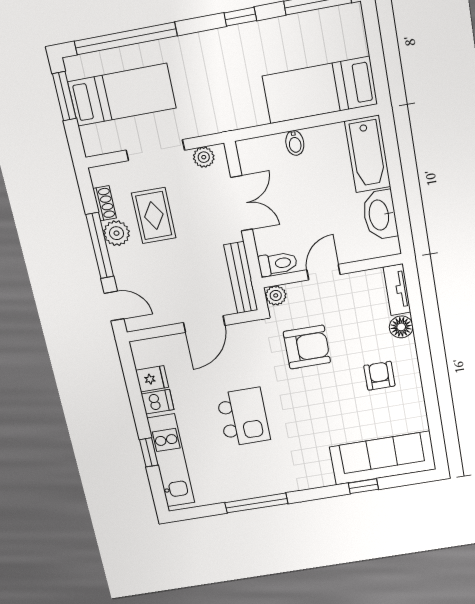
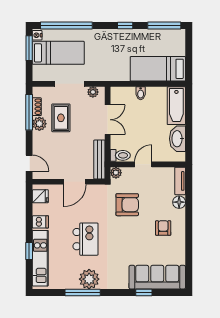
nightstand: (74, 68) -> (37, 35), added
window: (100, 246) -> (29, 112), moved
fridge: (152, 379) -> (40, 196), moved
plant: (263, 480) -> (89, 279), added

